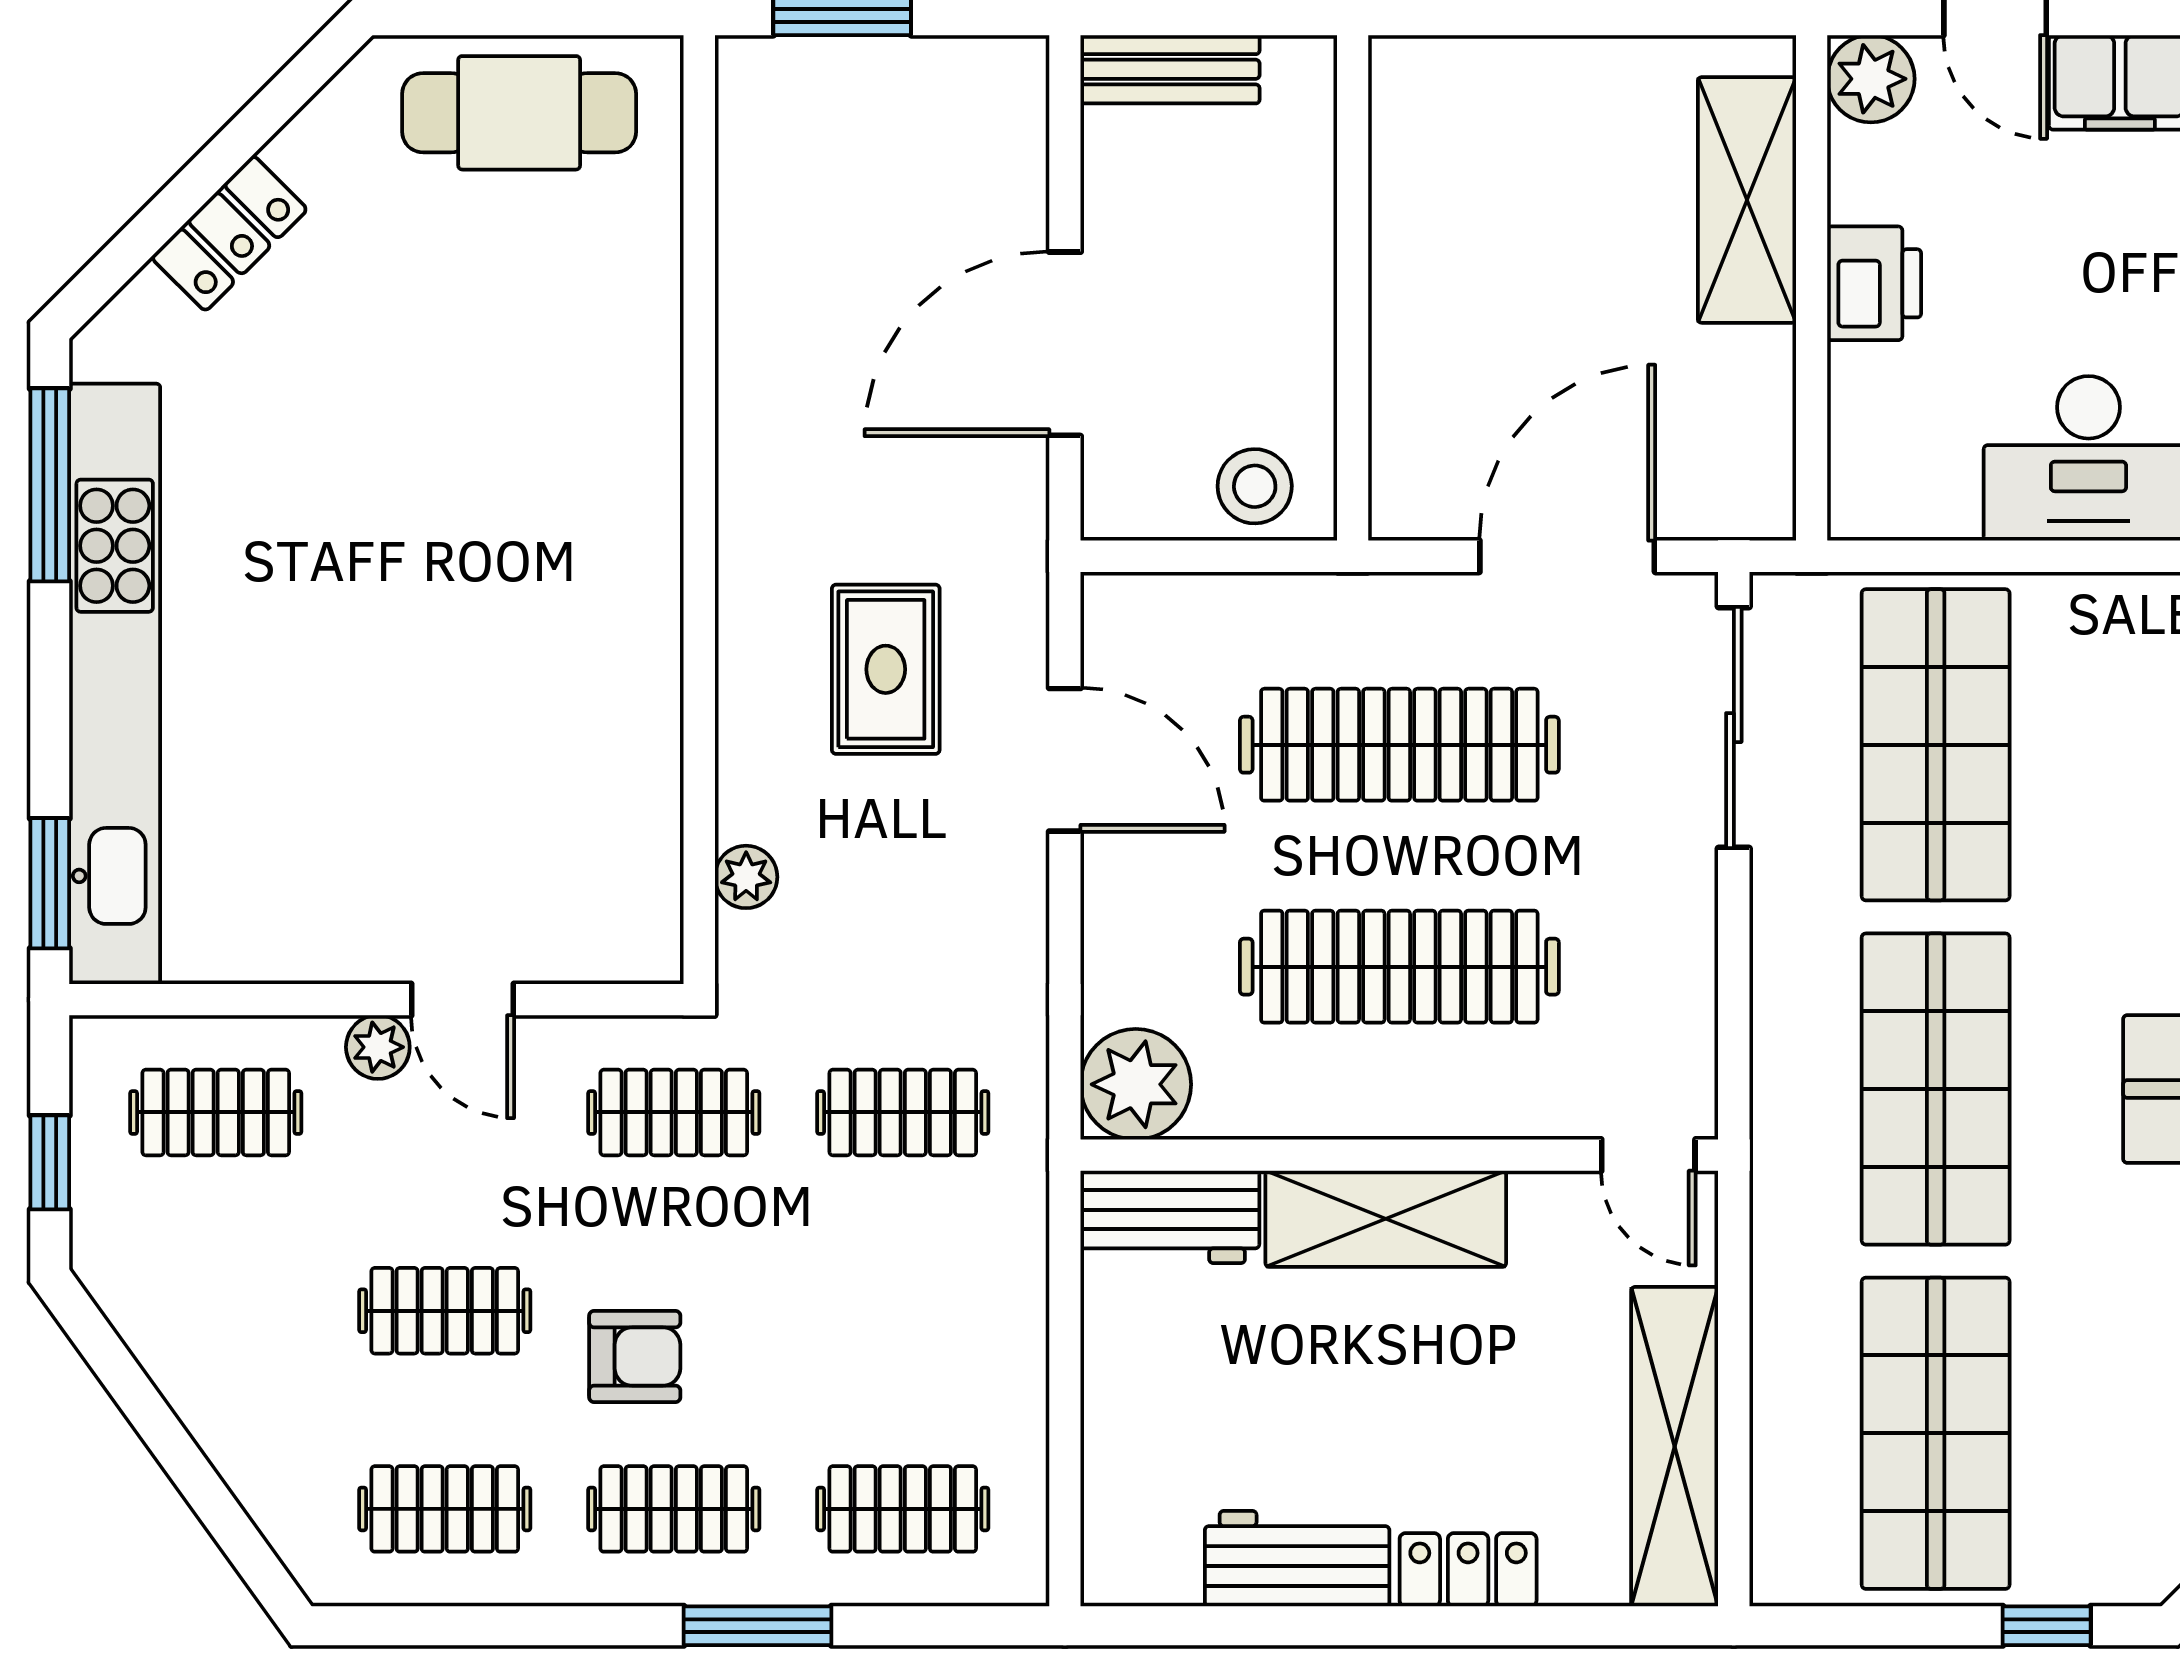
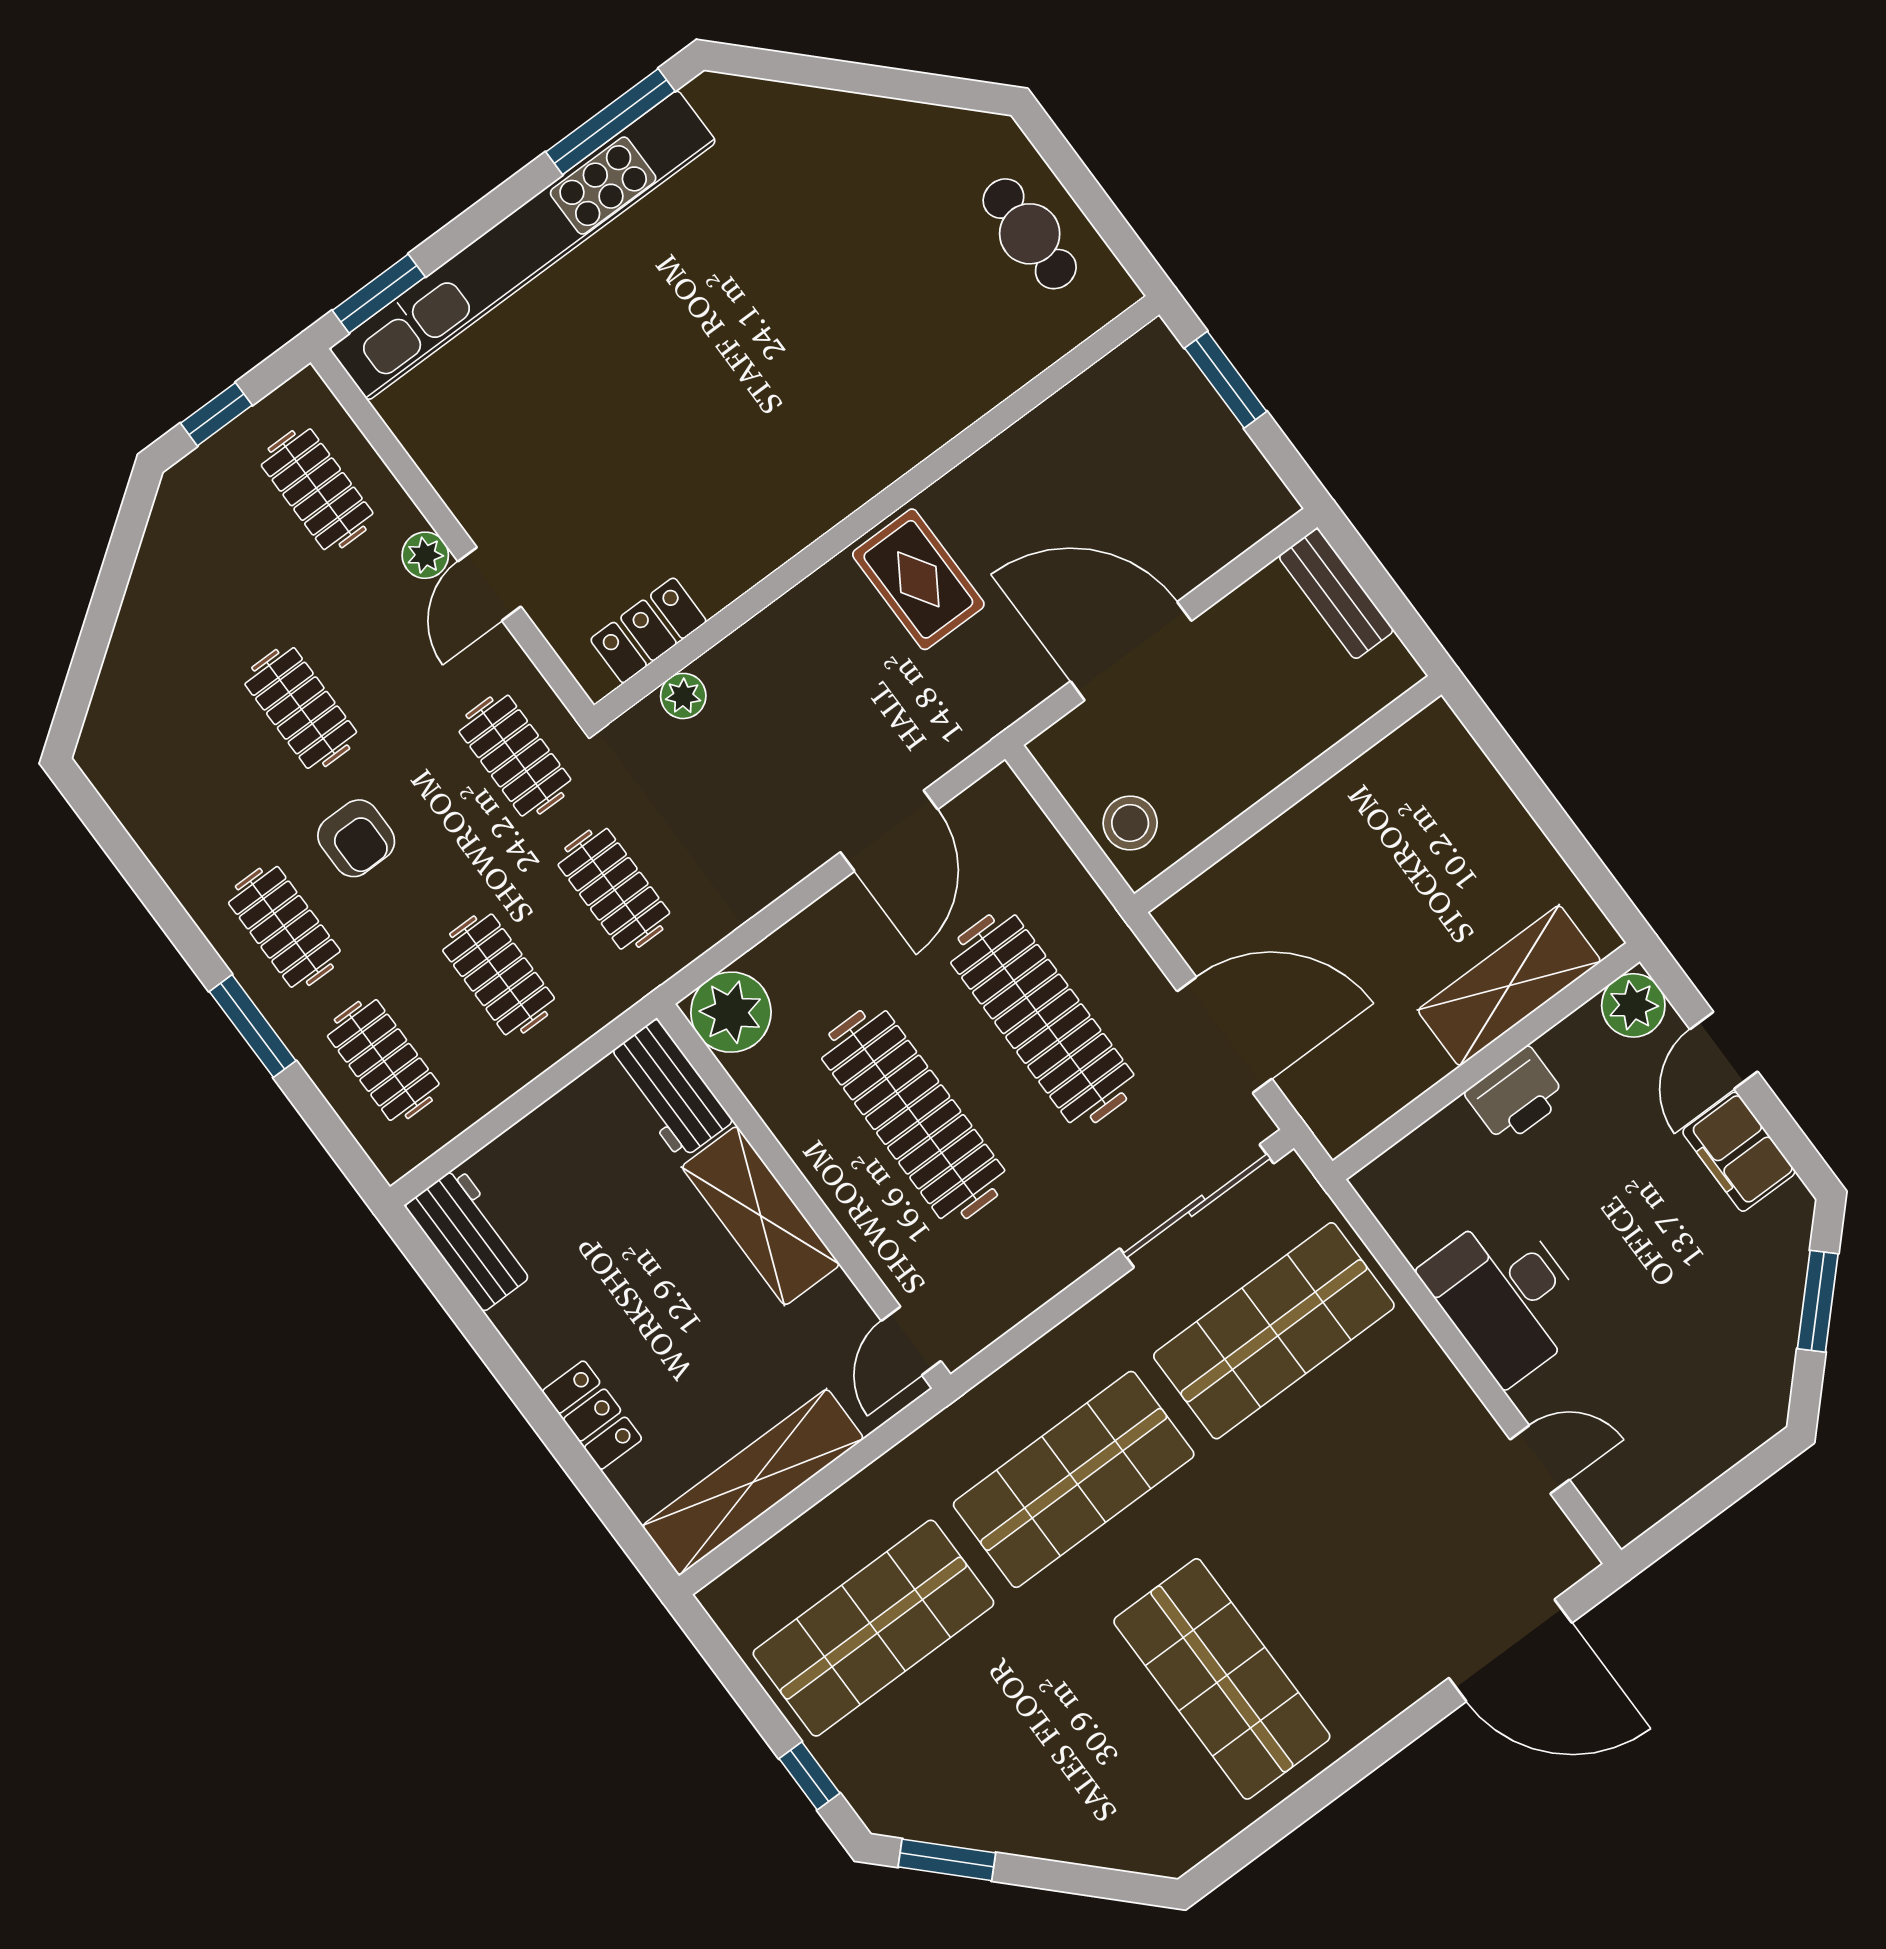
cafe table: (519, 113) -> (1030, 234), width x0.73, depth x0.74
locker: (229, 233) -> (648, 630), moved, turned 135
rug: (886, 669) -> (918, 579), moved, turned 90
clothes rail: (445, 1509) -> (499, 974), moved
workbench: (1297, 1559) -> (471, 1239), moved

